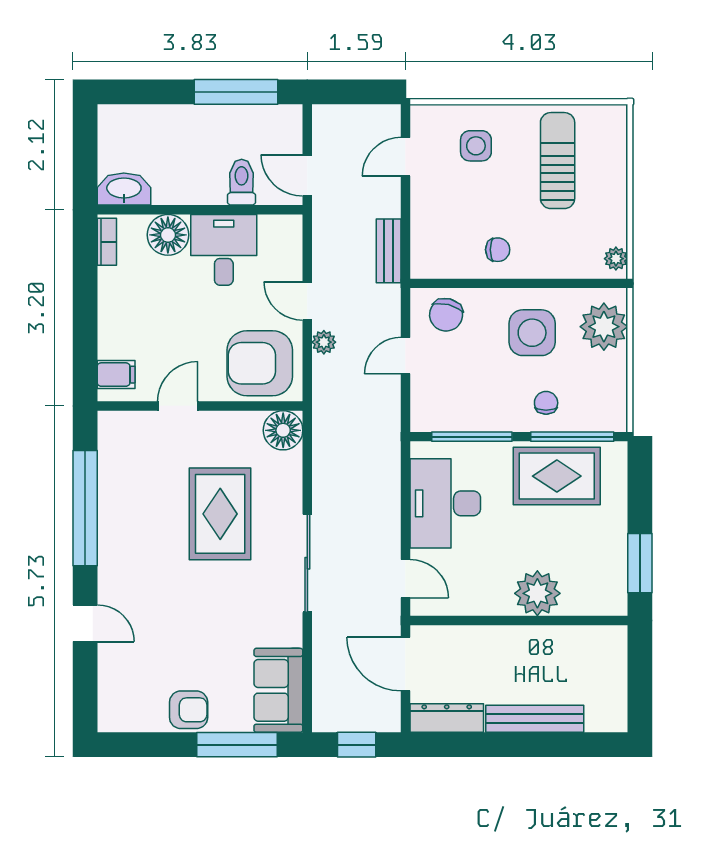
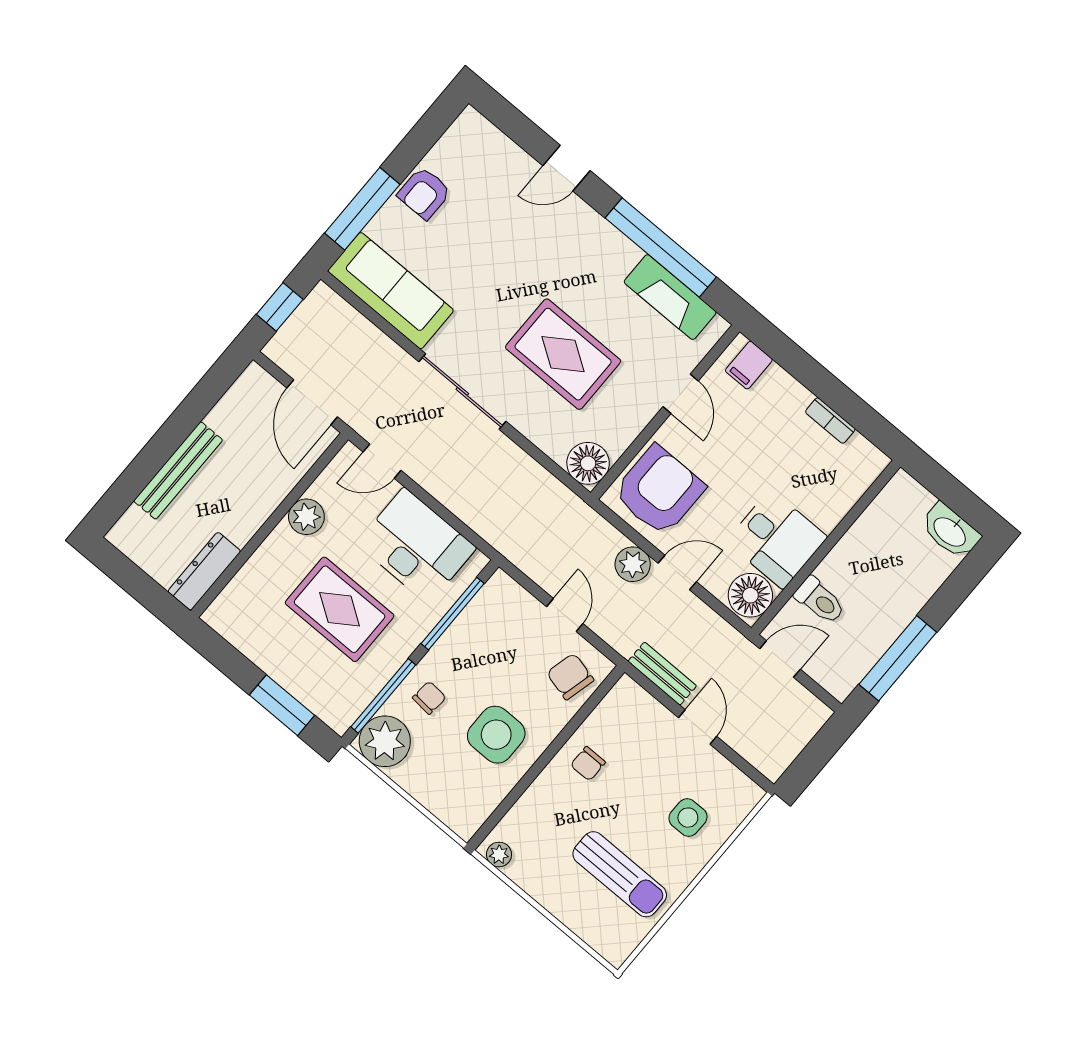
door: (405, 157) -> (698, 727), moved
washbasin: (124, 189) -> (950, 531), moved, turned 90
floor lamp: (168, 235) -> (750, 595), moved
bookcase: (107, 242) -> (830, 421), moved
plant: (604, 327) -> (385, 741), moved
plant: (324, 342) -> (633, 564), width x1.38, depth x1.38
chair: (546, 403) -> (429, 698), turned -85
fireplace: (115, 472) -> (670, 297), added
rug: (557, 476) -> (340, 609), moved, turned 90
window: (640, 563) -> (282, 705), moved
plant: (537, 593) -> (306, 517), moved, width x0.73, depth x0.73
door: (405, 664) -> (312, 402), swing flipped
sofa: (278, 690) -> (391, 291), width x1.36
dresser: (447, 718) -> (204, 571), moved, turned 180

